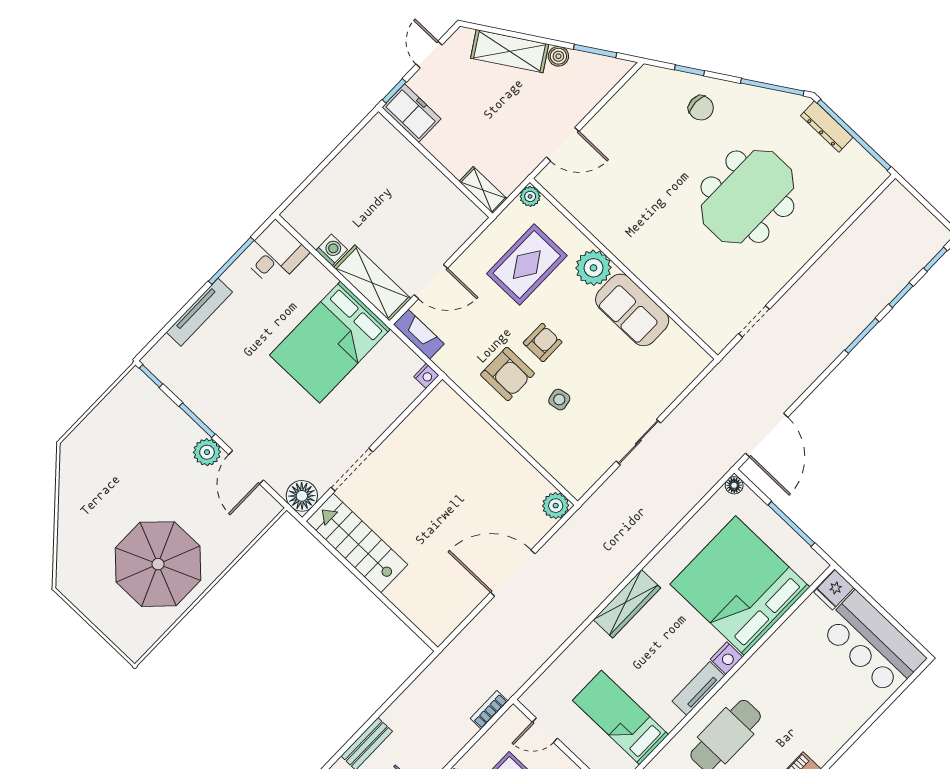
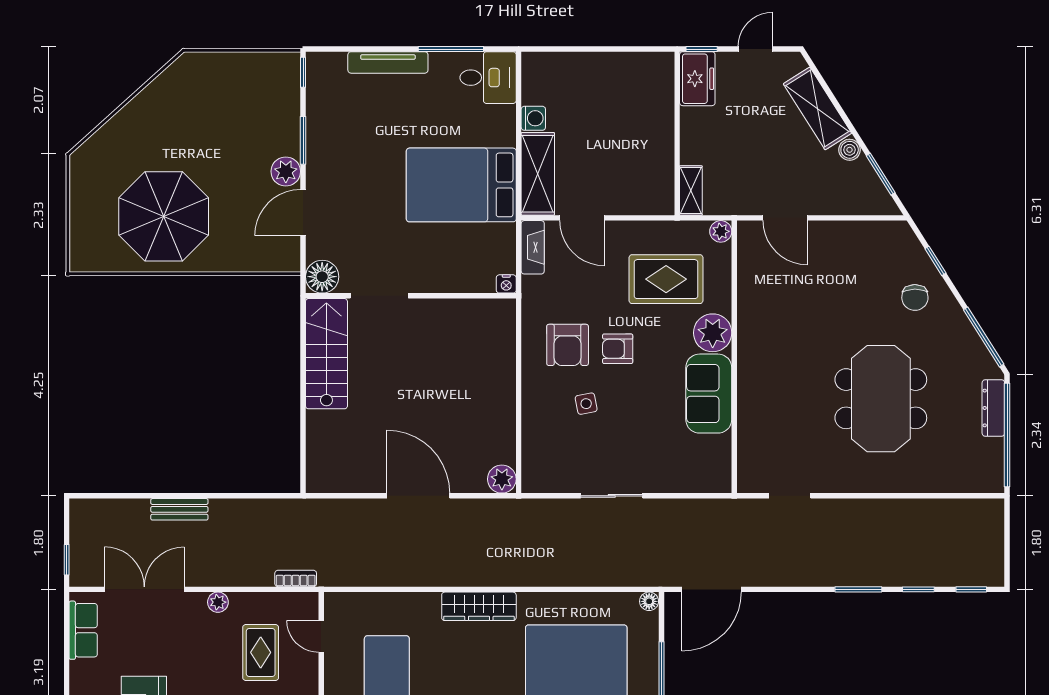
meeting table: (747, 197) -> (881, 399), turned 90
armchair: (543, 343) -> (618, 349), turned 180

